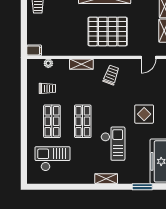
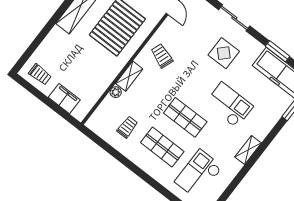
filing cabinet: (34, 50) -> (64, 99), moved, width x2.00
plant: (48, 63) -> (116, 92), moved
shelving: (106, 179) -> (248, 150), moved

